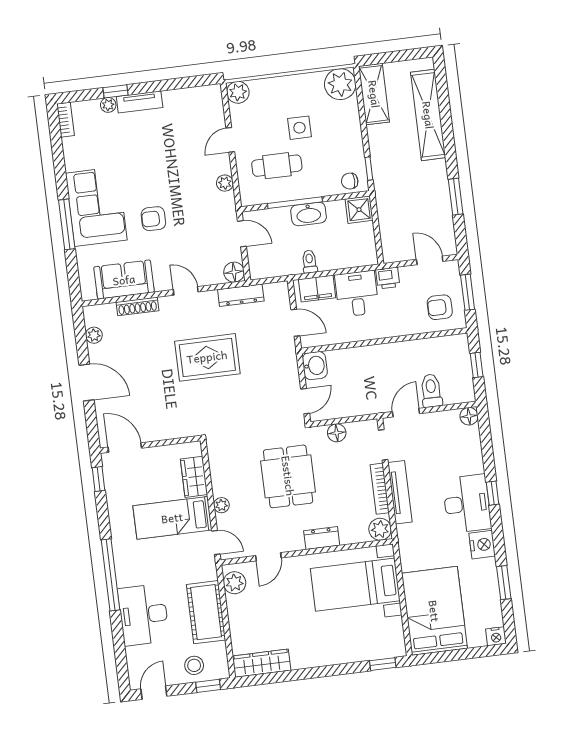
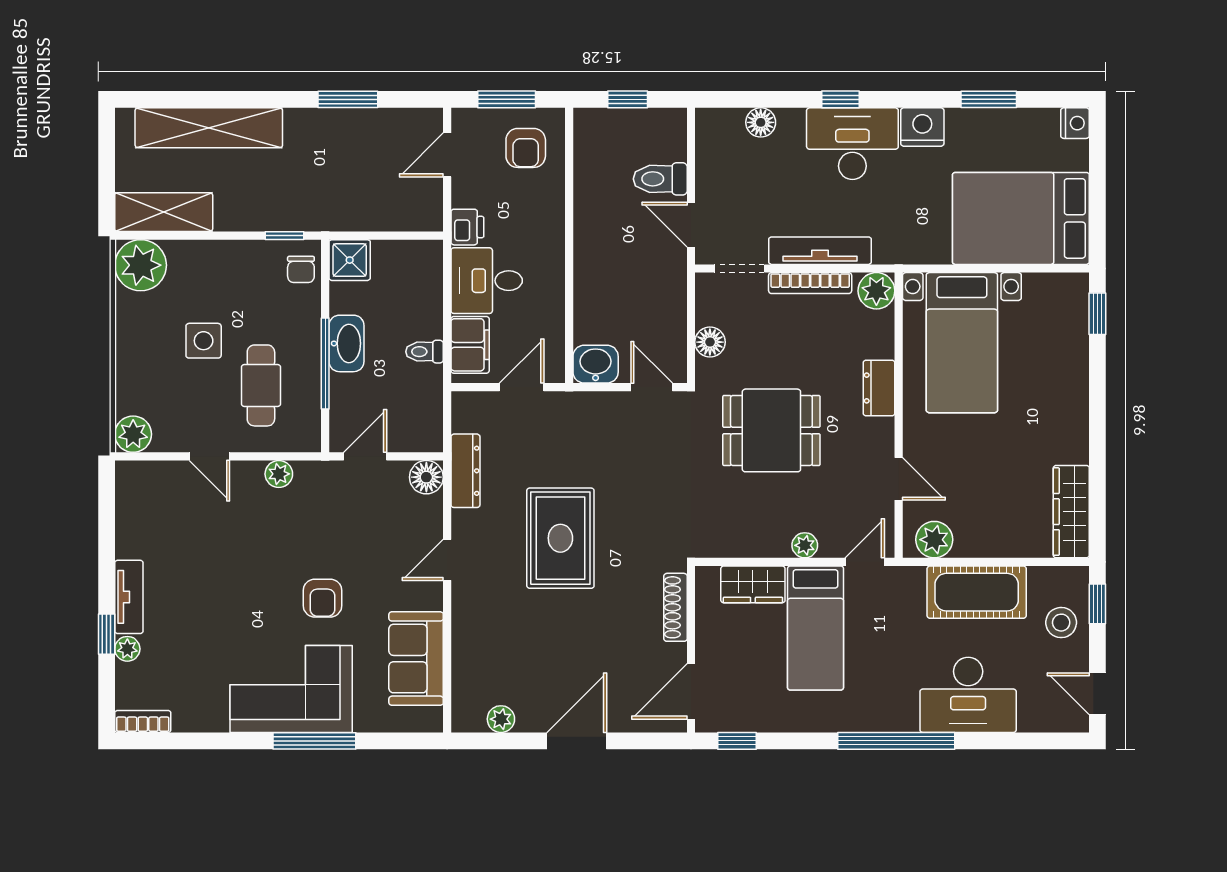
shoe rack: (137, 306) -> (675, 607), moved, turned 180
floor lamp: (469, 416) -> (761, 122), moved

